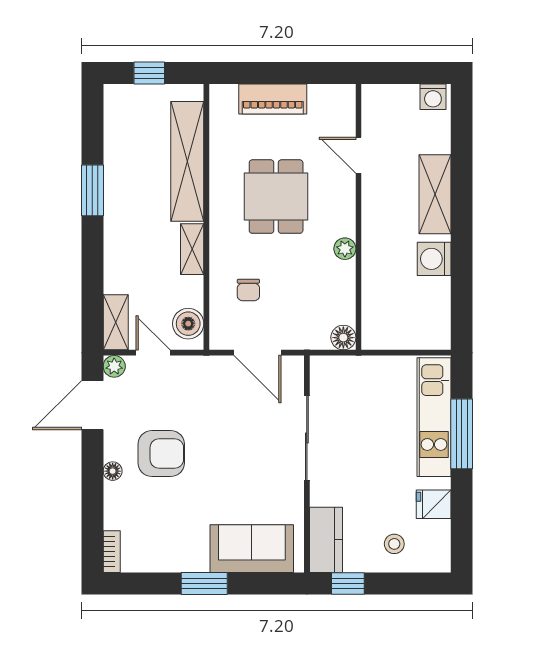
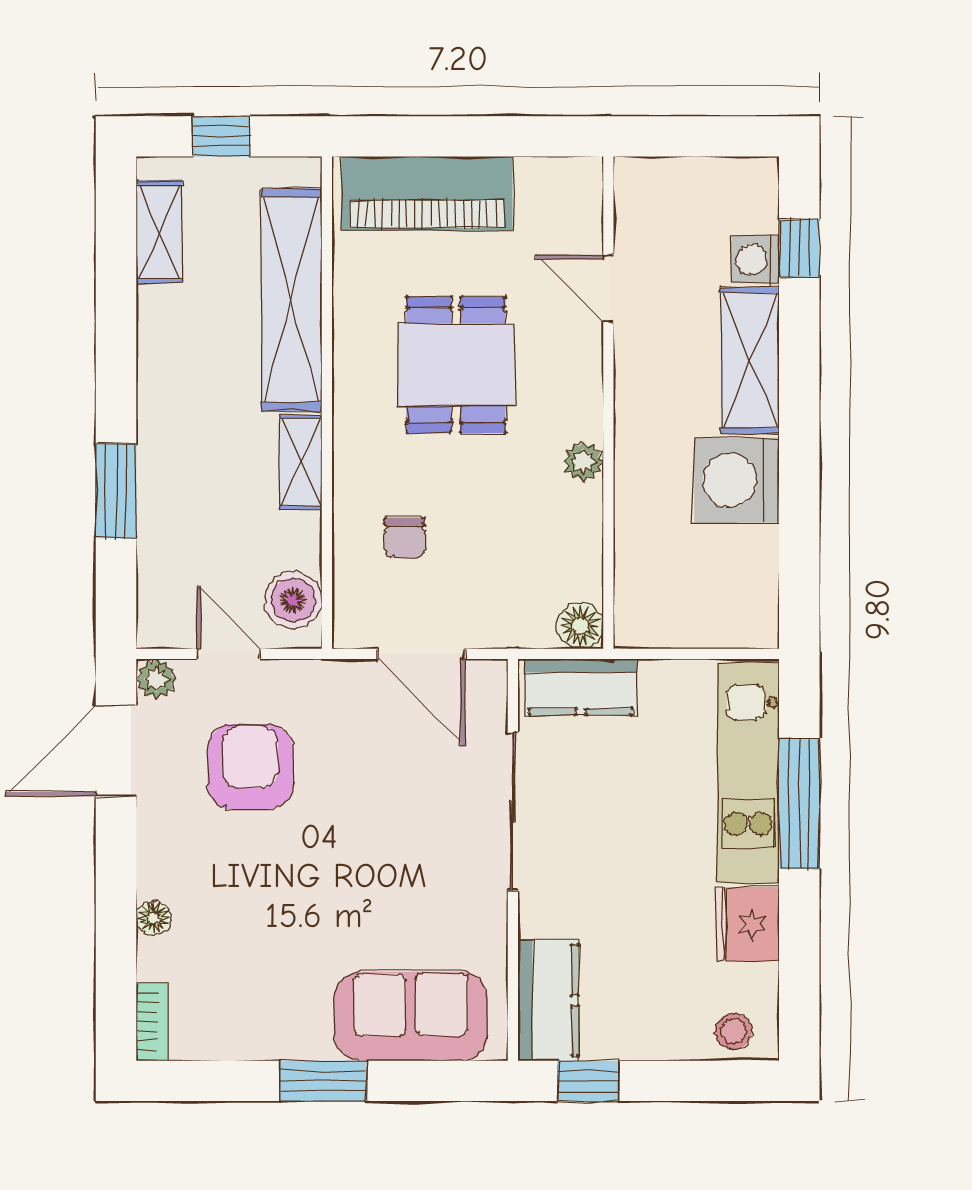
washing machine: (433, 97) -> (755, 259), moved, turned 90
piano: (273, 99) -> (427, 194), width x1.37, depth x1.33
window: (462, 133) -> (799, 248), added
window: (92, 190) -> (116, 491), moved
washing machine: (434, 259) -> (737, 480), width x1.37, depth x1.37
shelving: (116, 322) -> (159, 232), moved
kitchen counter: (344, 371) -> (581, 687), added
armchair: (161, 454) -> (250, 767), moved, turned -90
floor lamp: (113, 471) -> (153, 918), moved
fridge: (434, 504) -> (747, 924), width x1.38
stool: (394, 544) -> (734, 1031), moved

